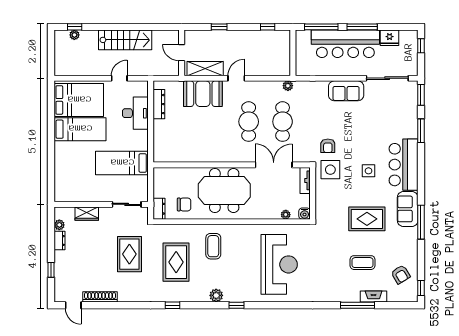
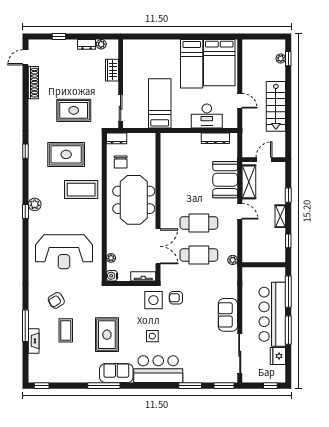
shelving: (242, 35) -> (280, 216), added
coffee table: (213, 246) -> (81, 190), width x1.36, depth x1.32
armchair: (401, 274) -> (56, 300), moved
plant: (216, 295) -> (35, 204), moved

